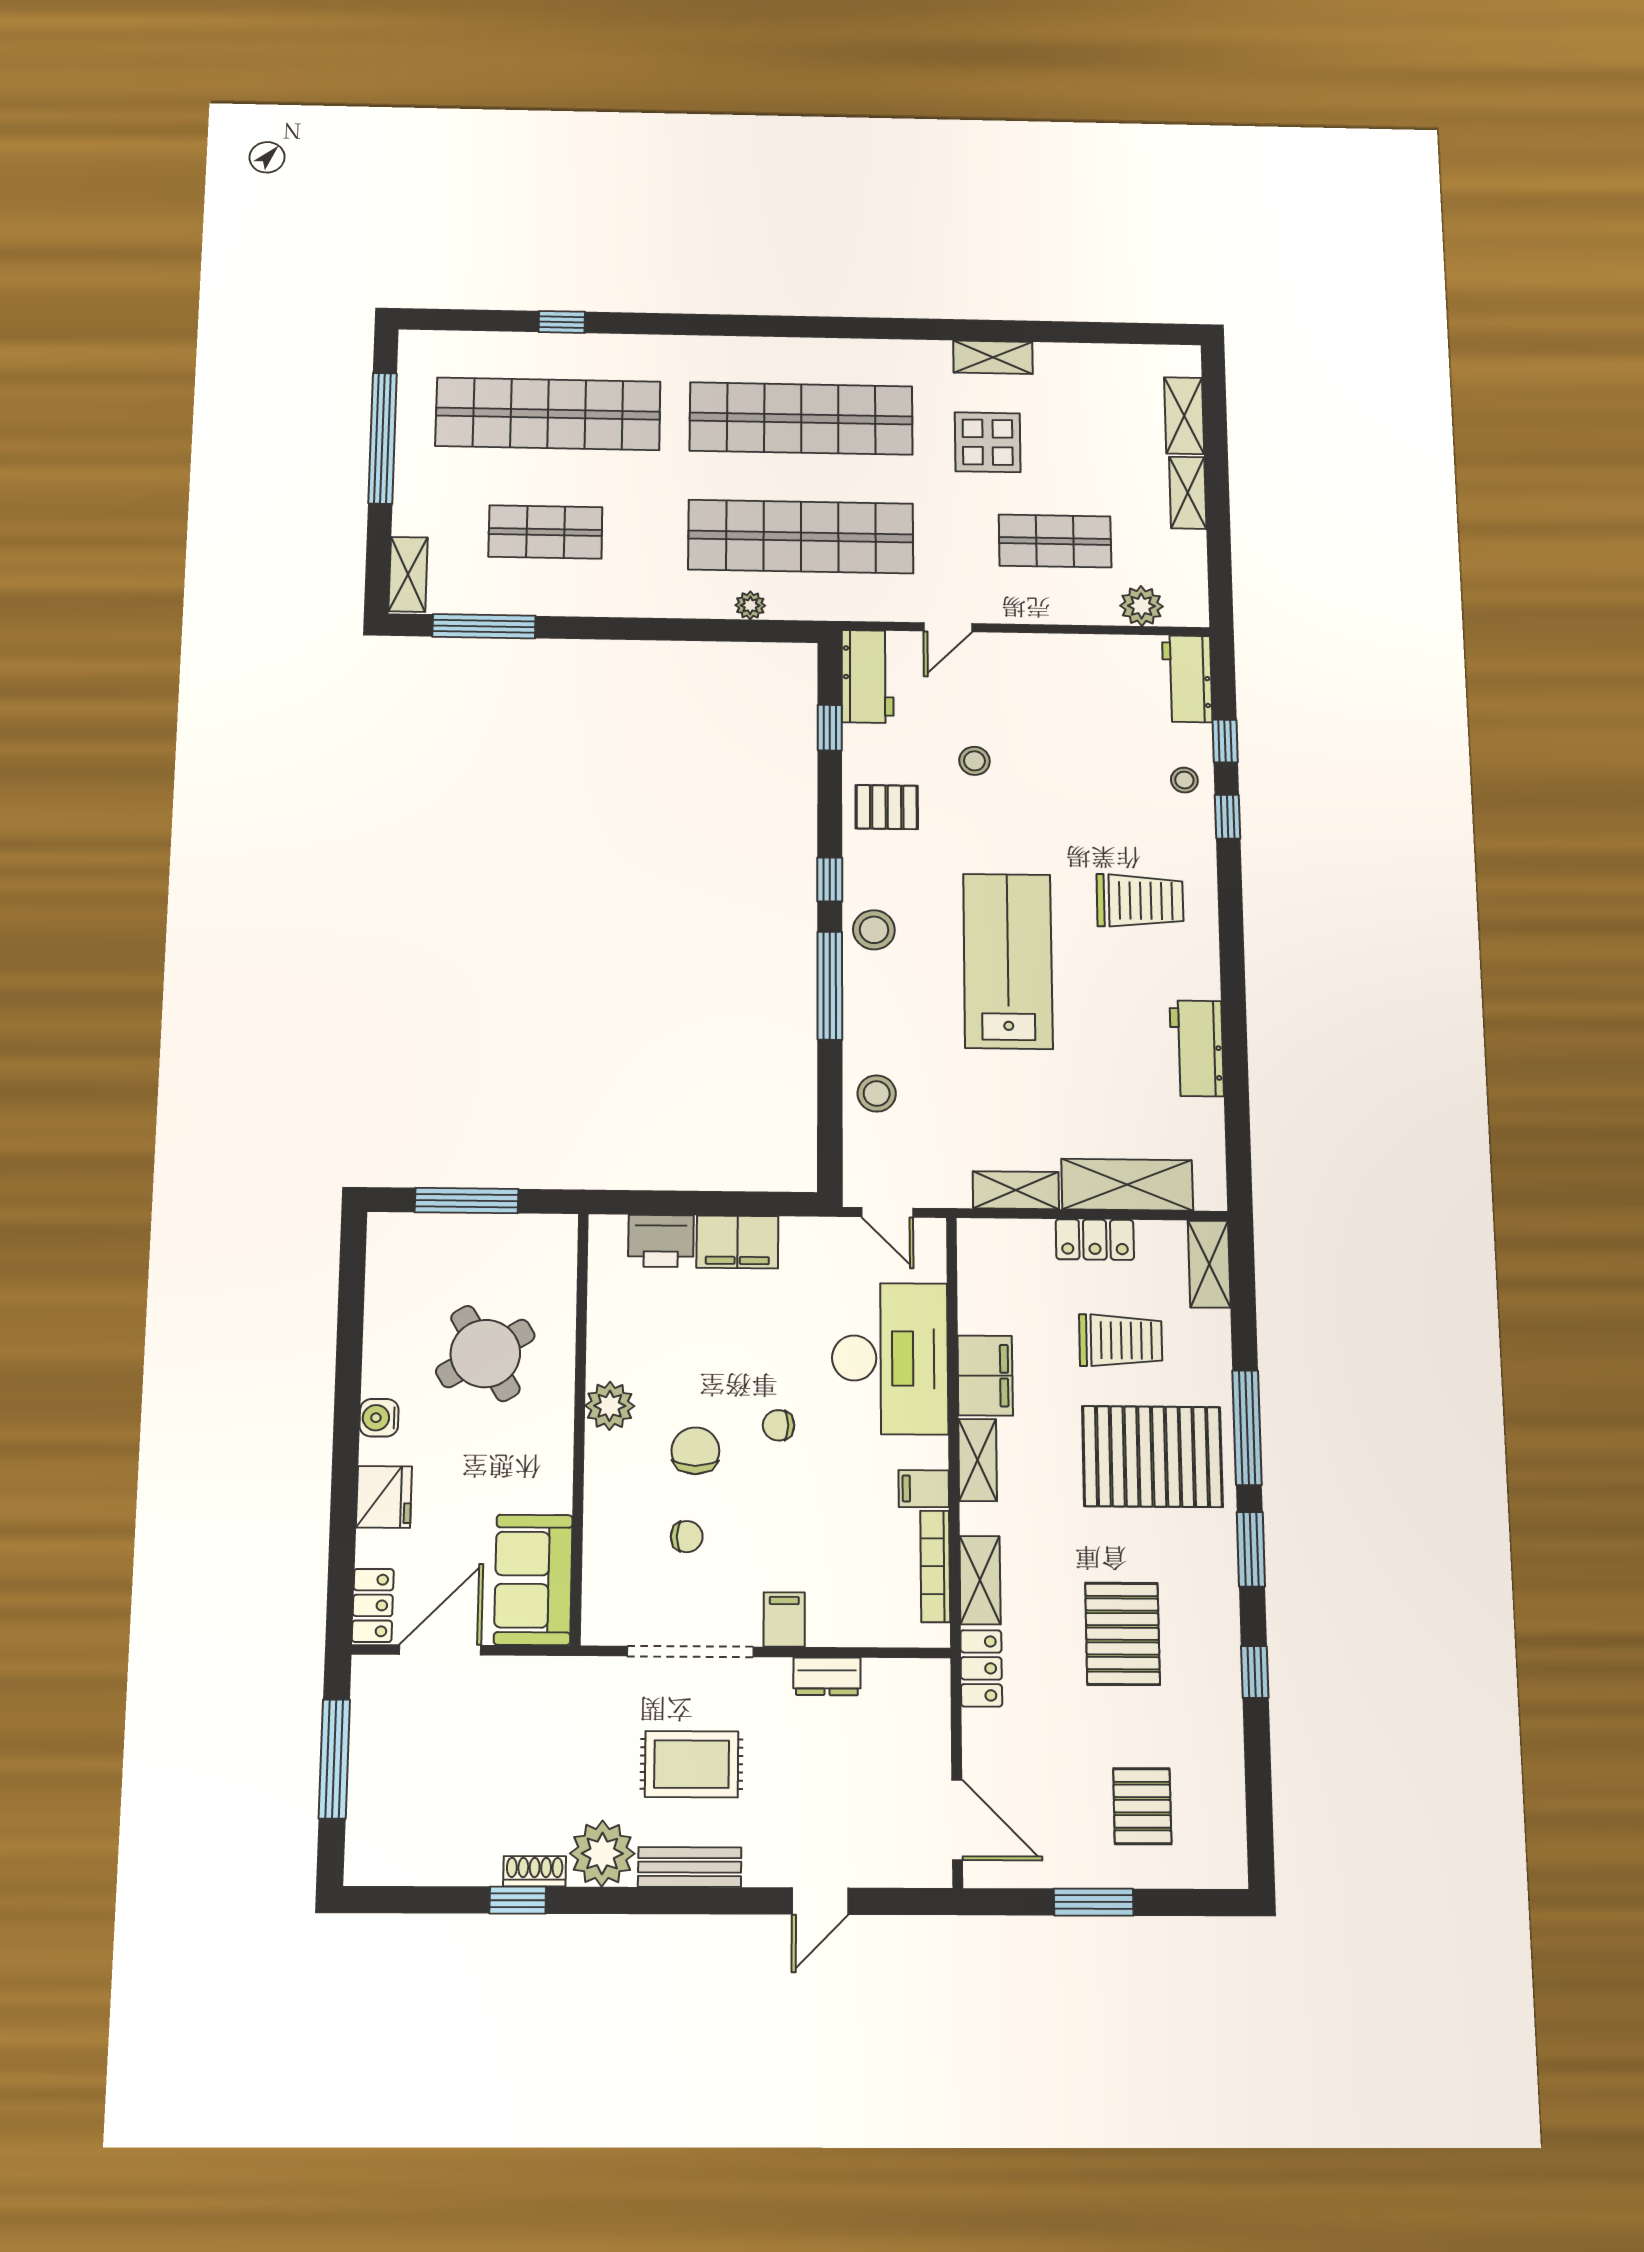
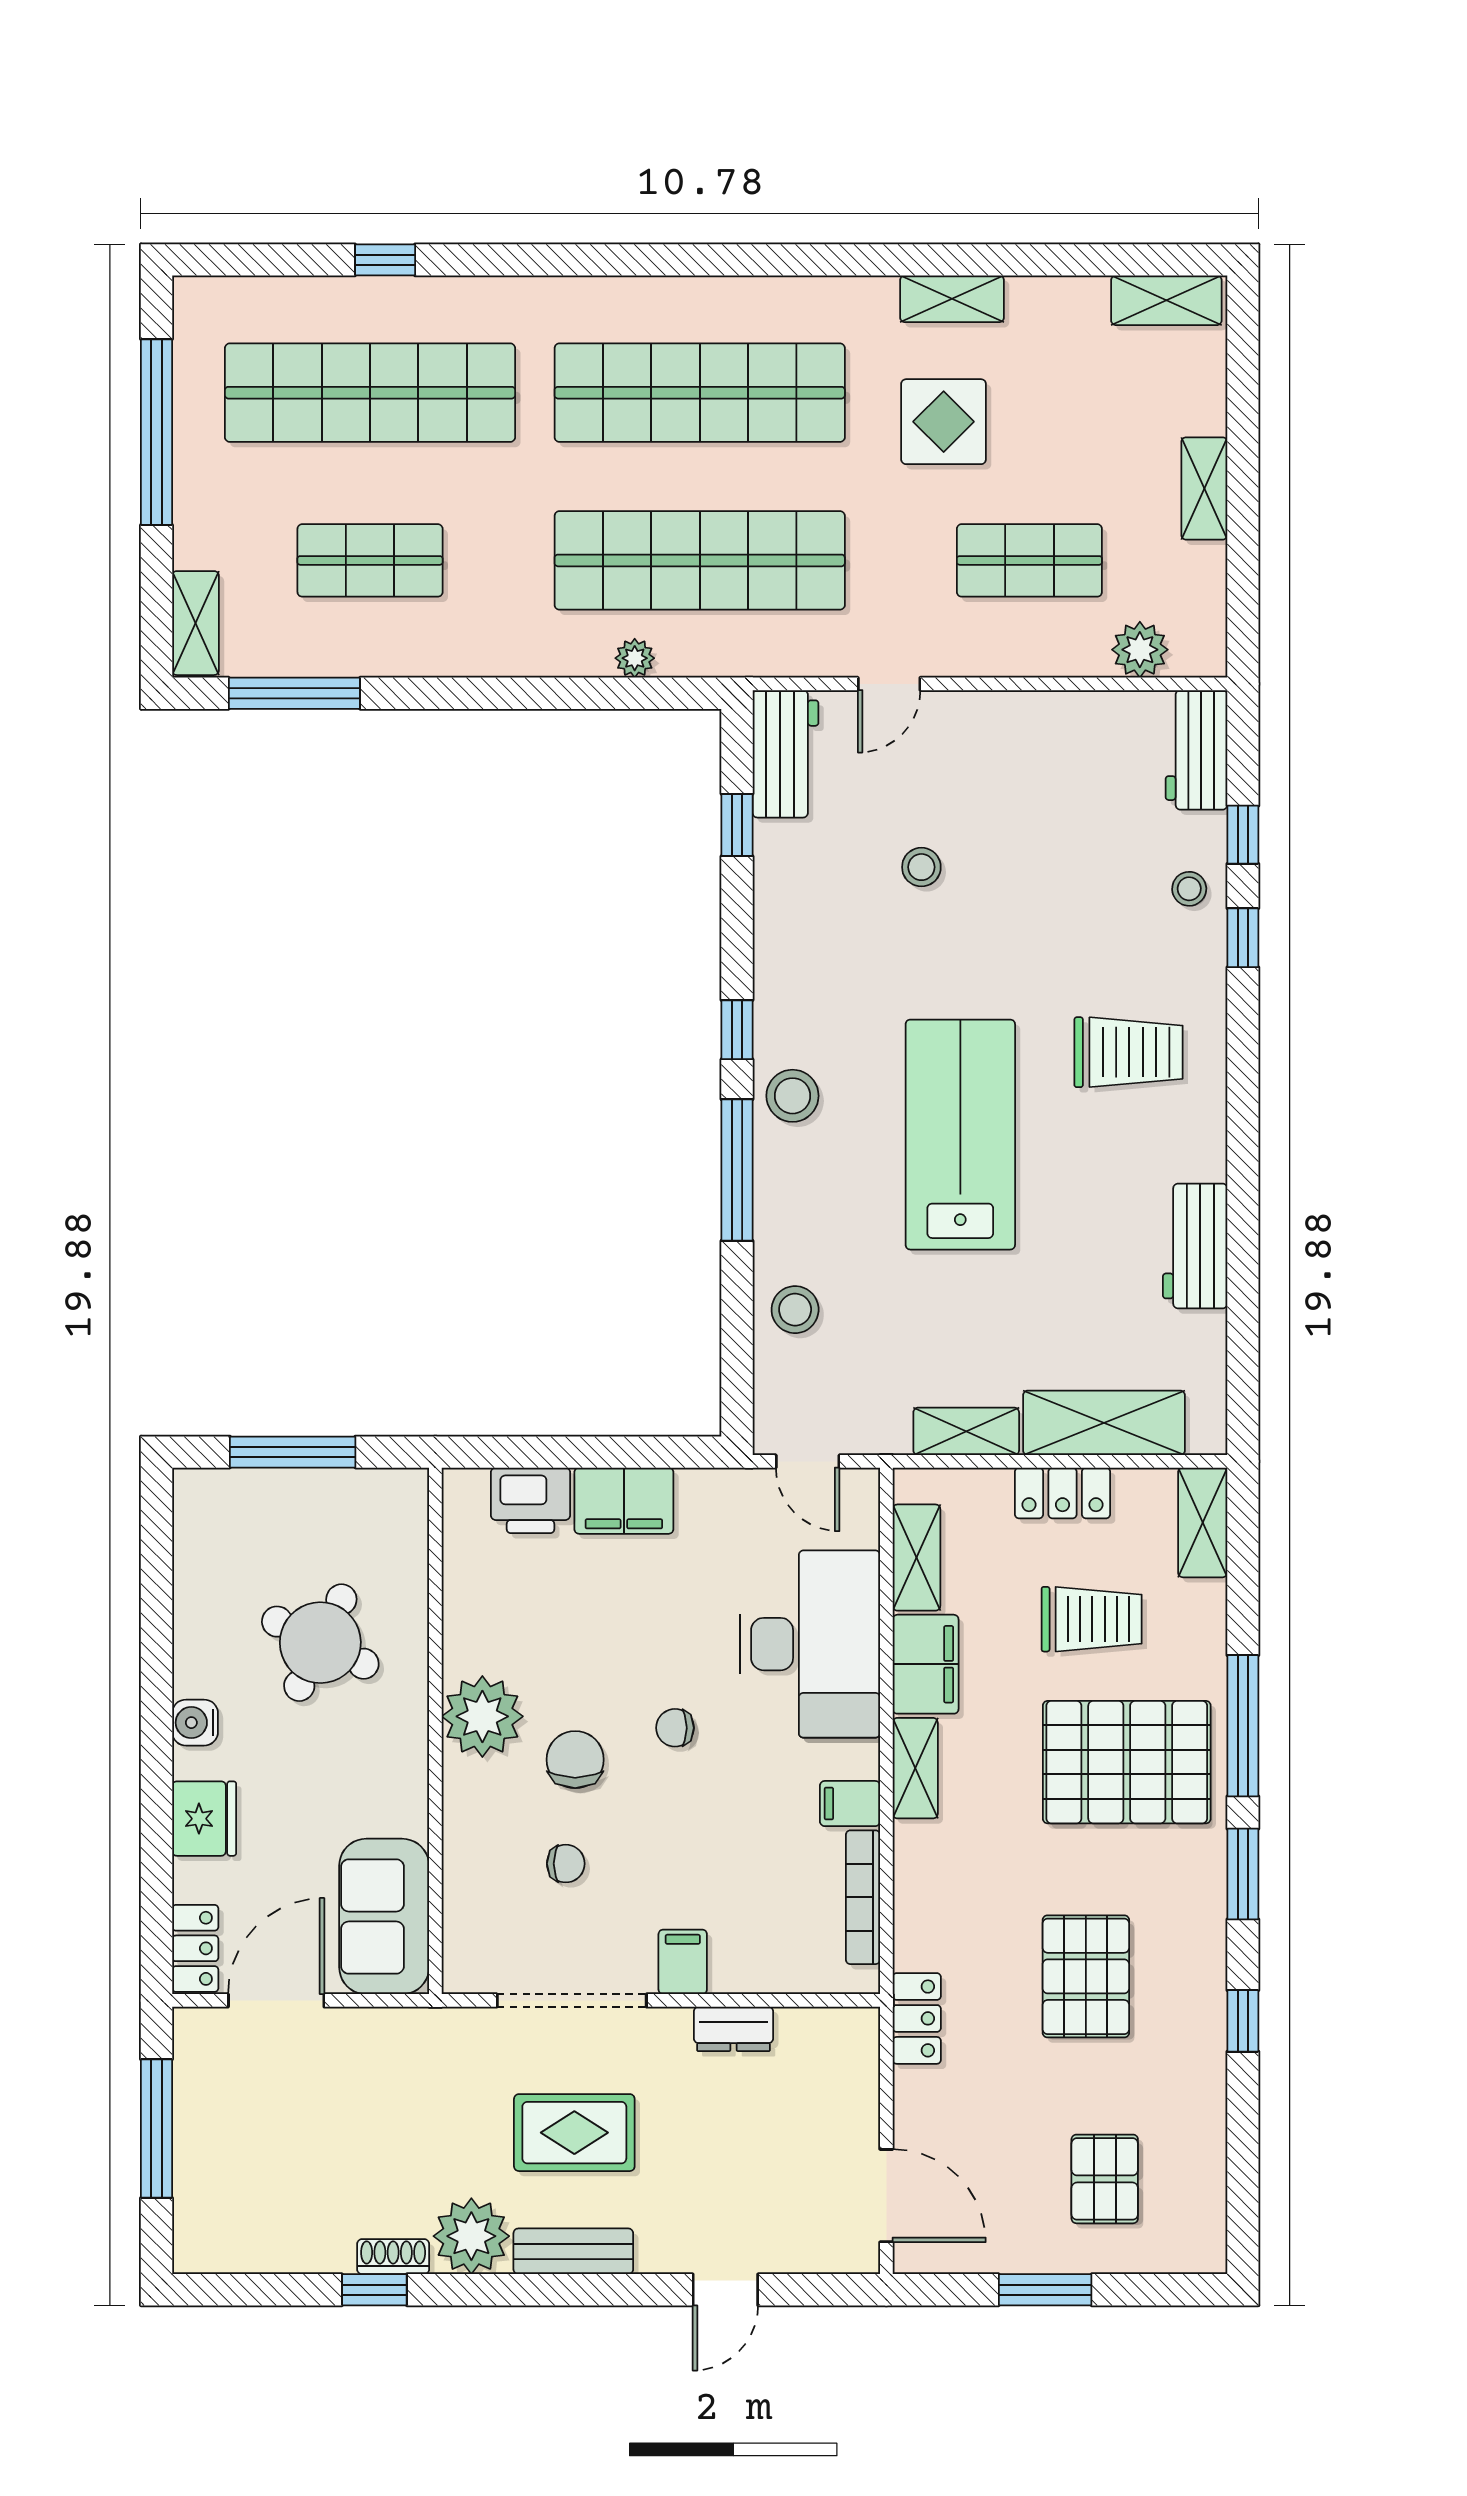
shelving: (1184, 416) -> (1166, 300), moved, turned 90
pallet: (887, 807) -> (809, 931), removed
round table: (485, 1353) -> (320, 1643), turned -33
plant: (610, 1406) -> (482, 1716), width x1.36, depth x1.36
shelving: (980, 1580) -> (916, 1558), moved

